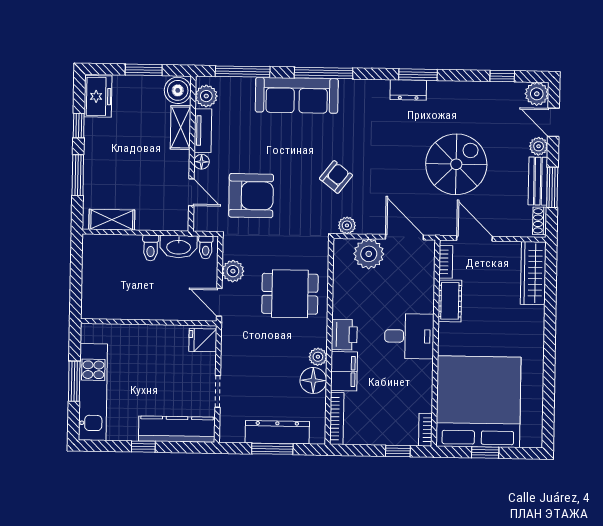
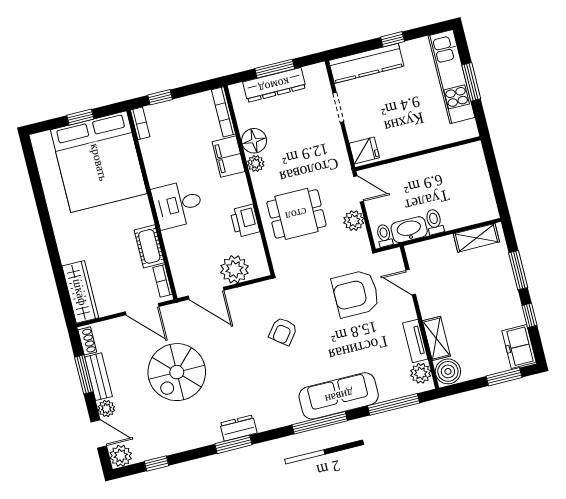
window: (144, 70) -> (504, 377), moved
floor lamp: (202, 162) -> (409, 312), removed
plant: (347, 225) -> (261, 290), removed
printer: (344, 335) -> (245, 221), moved

